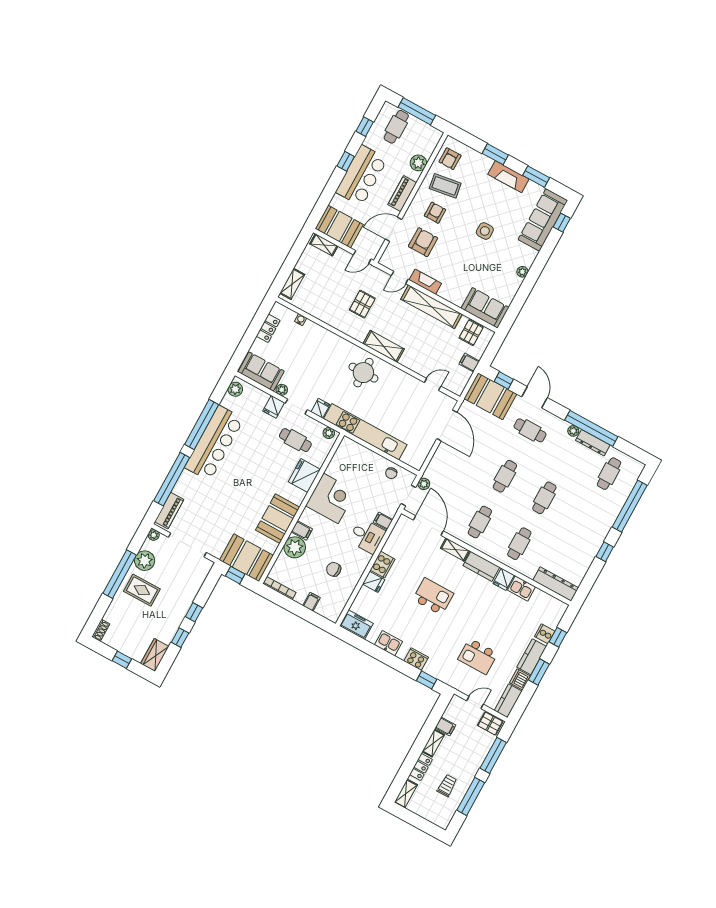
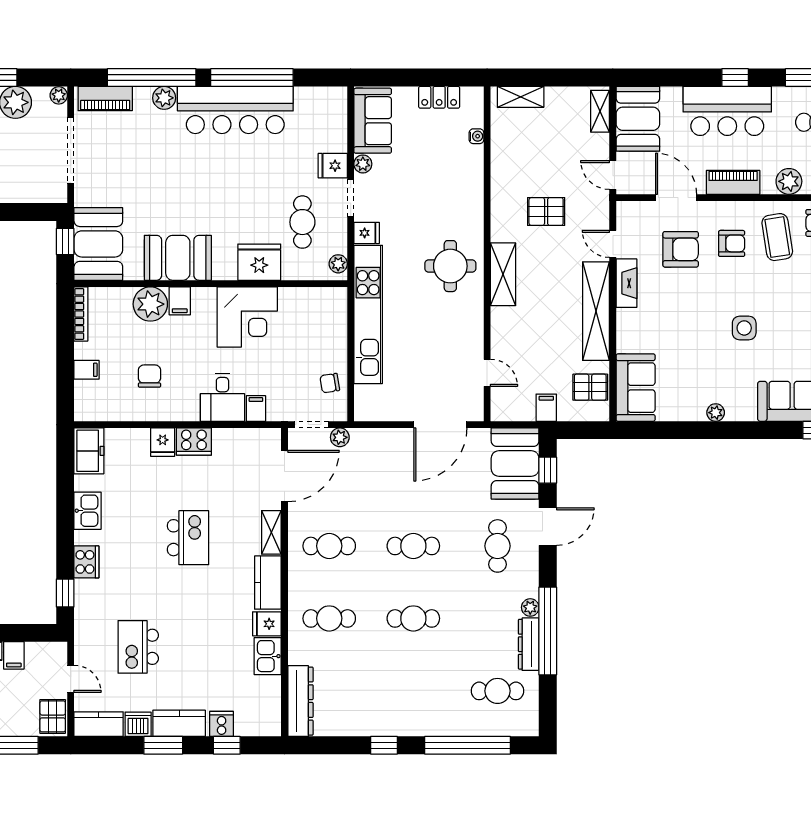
plant: (235, 389) -> (164, 98), moved

